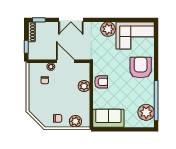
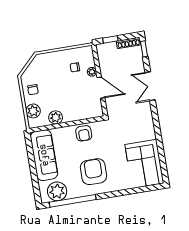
plant: (108, 29) -> (146, 131), removed
door: (65, 61) -> (101, 88), hinge flipped
armchair: (141, 67) -> (94, 172), moved, turned -90
plant: (84, 86) -> (56, 117), moved
sofa: (108, 118) -> (44, 155), width x1.36

